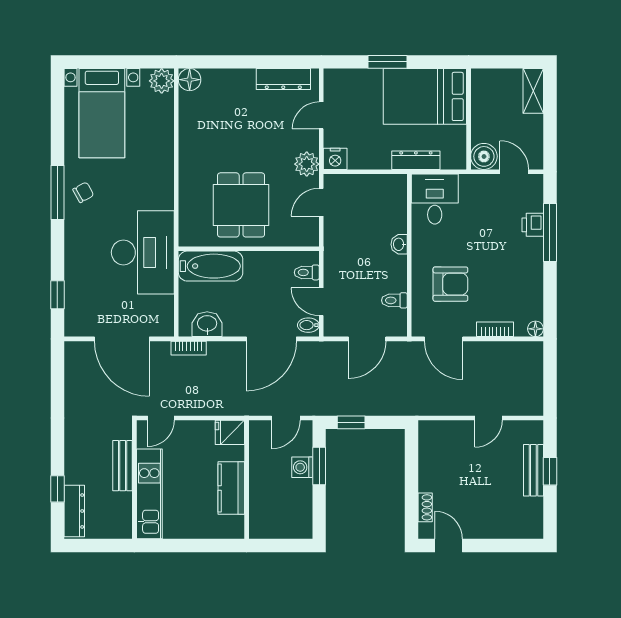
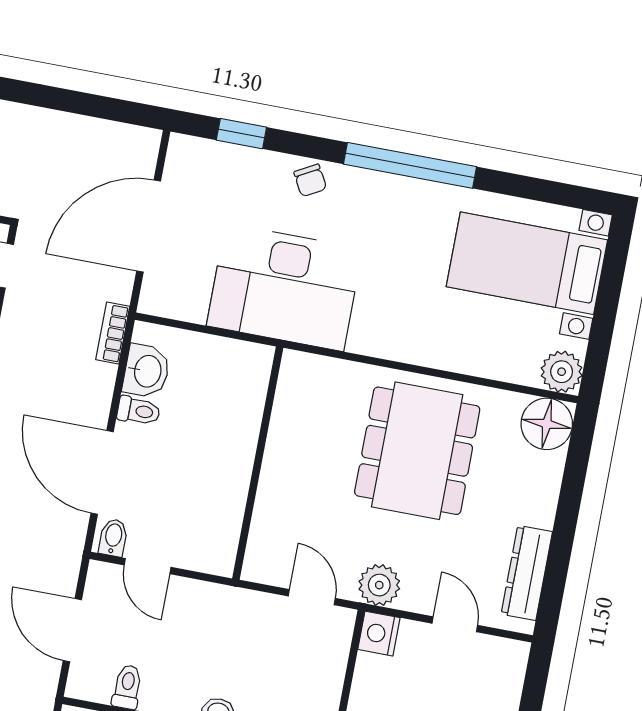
floor lamp: (190, 80) -> (547, 424), width x1.38, depth x1.38
chair: (83, 192) -> (310, 180), moved
window: (57, 193) -> (410, 165), width x1.46
dining table: (241, 205) -> (417, 451), moved, width x1.38
bathtub: (211, 266) -> (241, 395), removed
toilet: (307, 272) -> (139, 411), moved, turned 90
door: (321, 302) -> (148, 566), swing flipped

